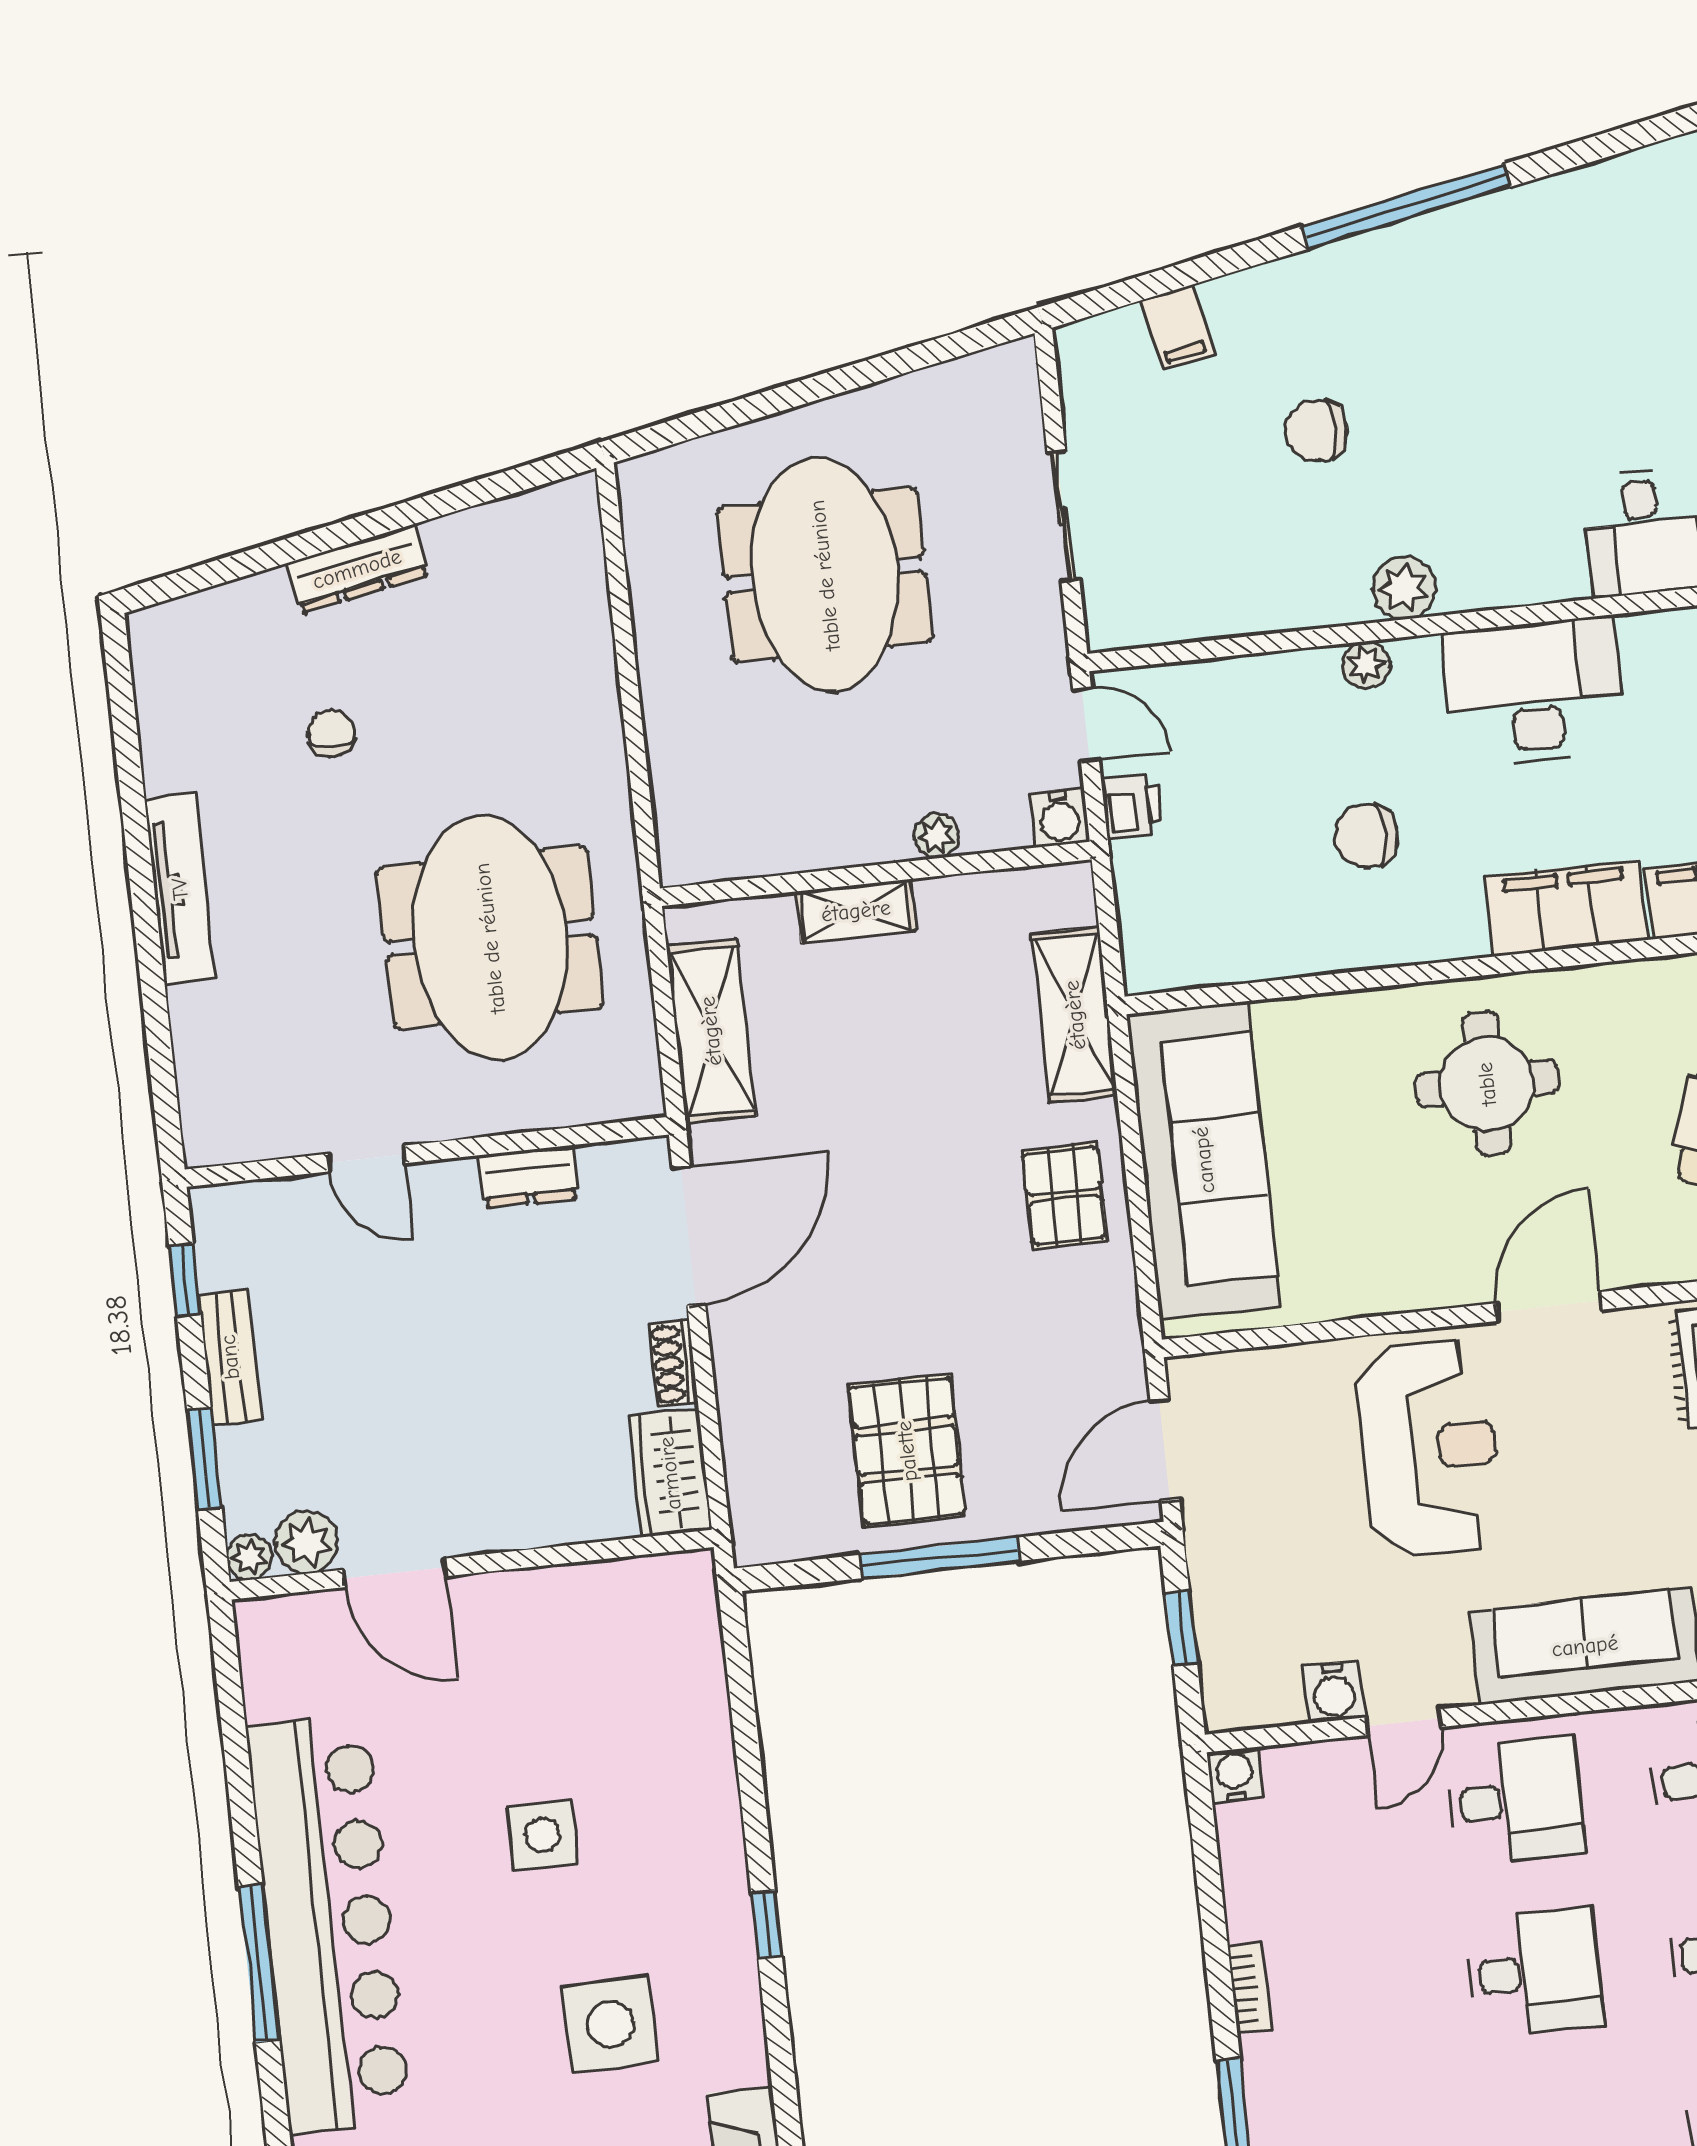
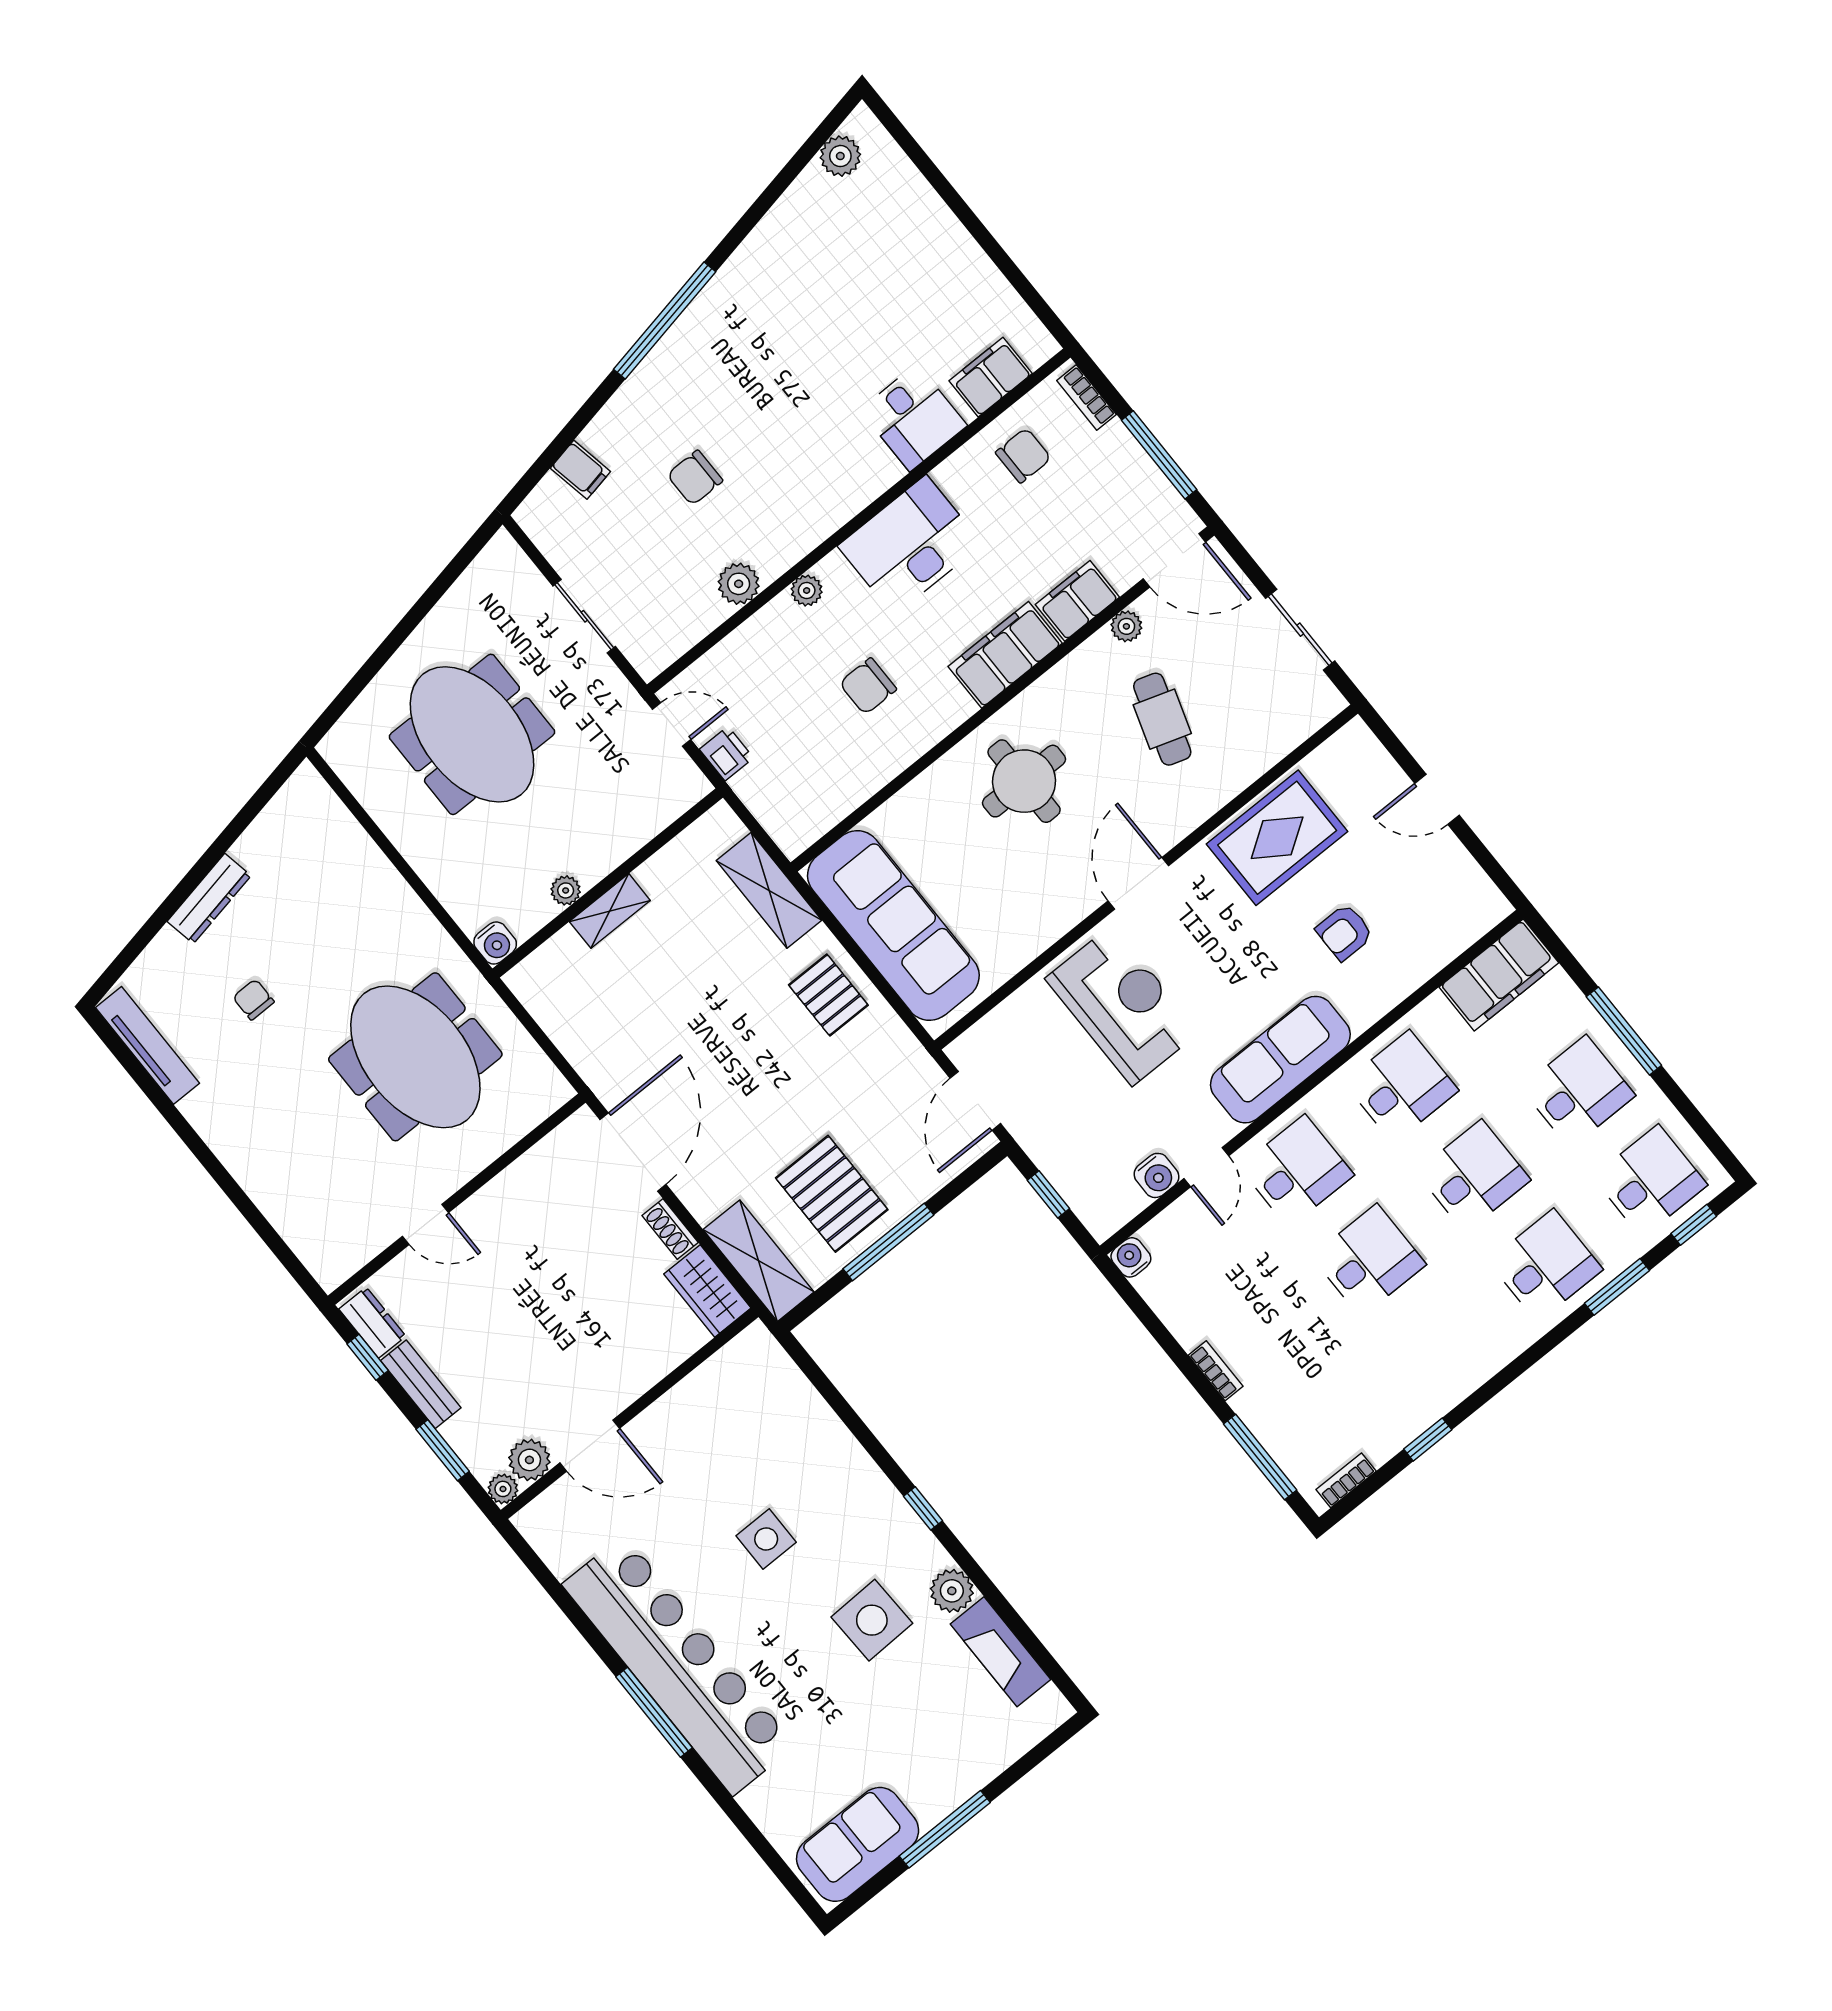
plant: (1404, 588) -> (739, 584), moved
water cooler: (1060, 817) -> (495, 943), moved
plant: (937, 836) -> (566, 890), moved
tv unit: (180, 889) -> (148, 1045), moved
shelving: (711, 1031) -> (759, 1261), moved
dresser: (529, 1177) -> (372, 1323), moved, turned -90
plant: (736, 2052) -> (952, 1591), added

